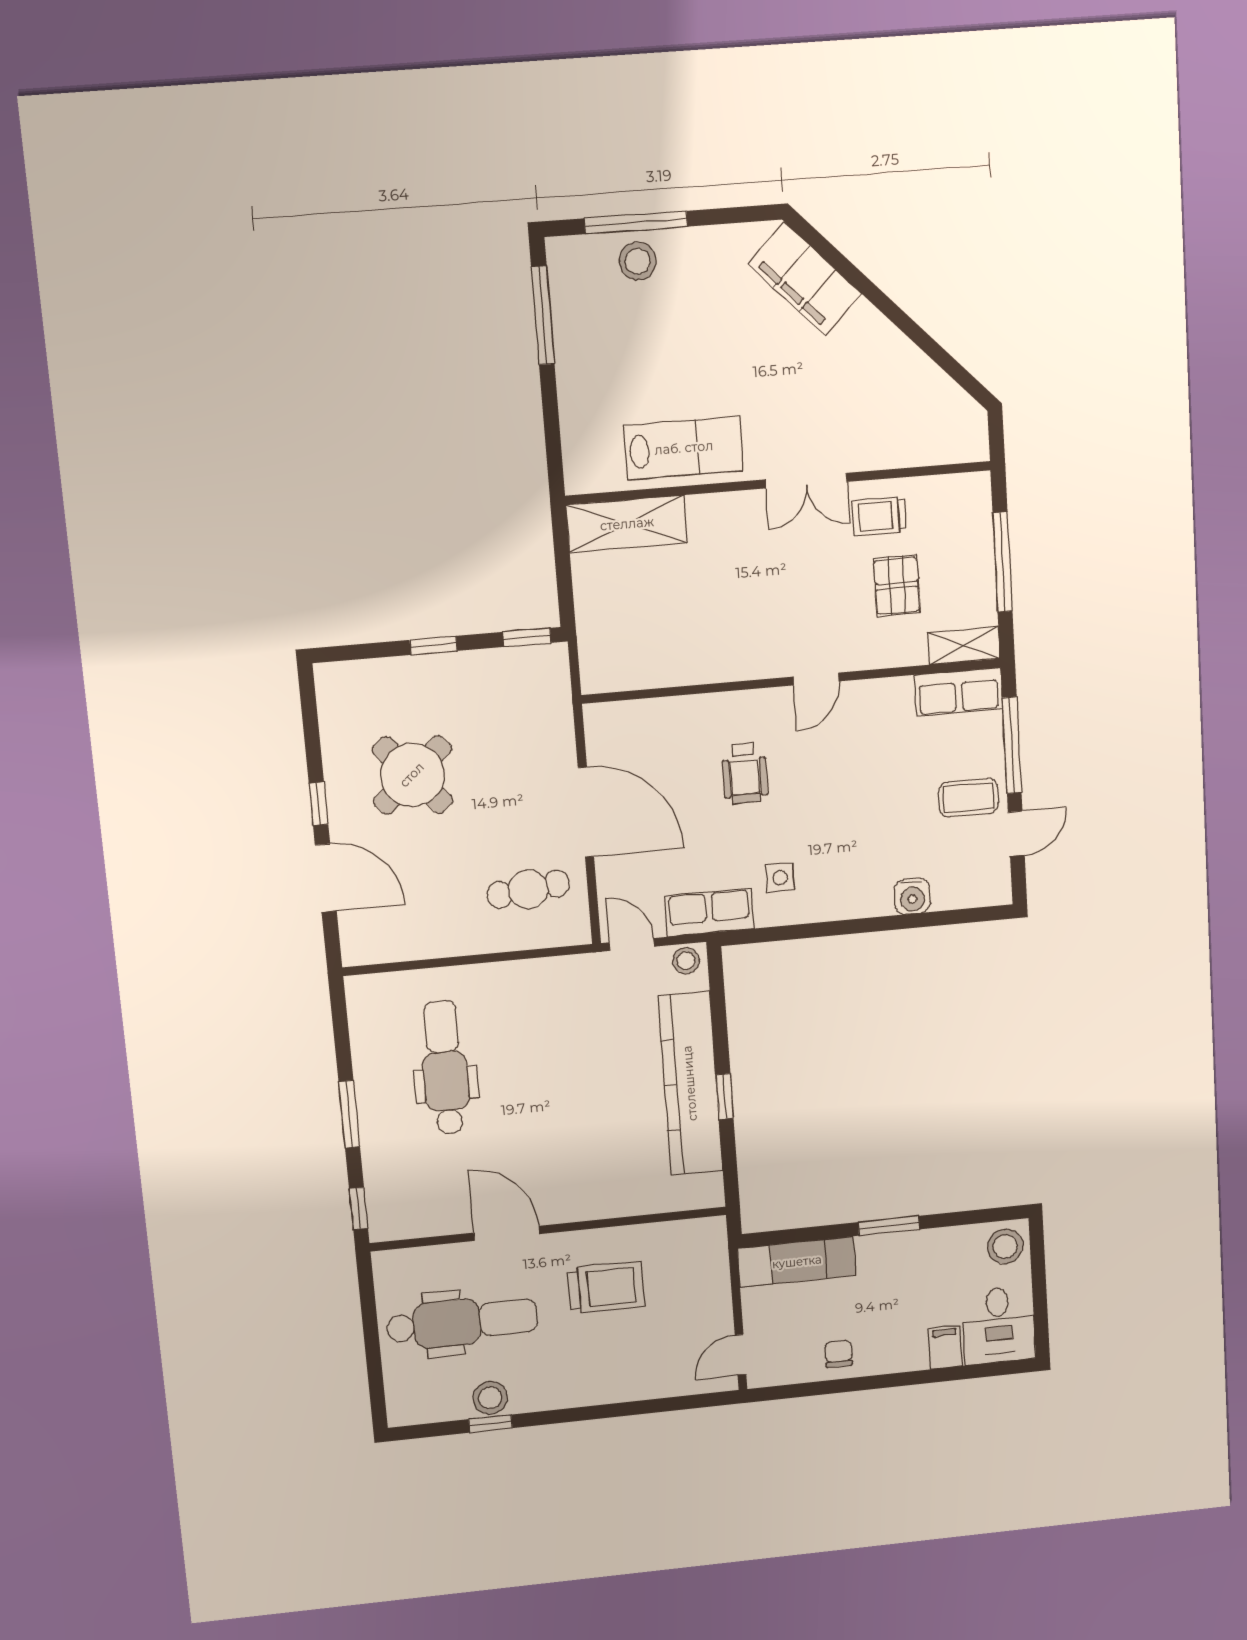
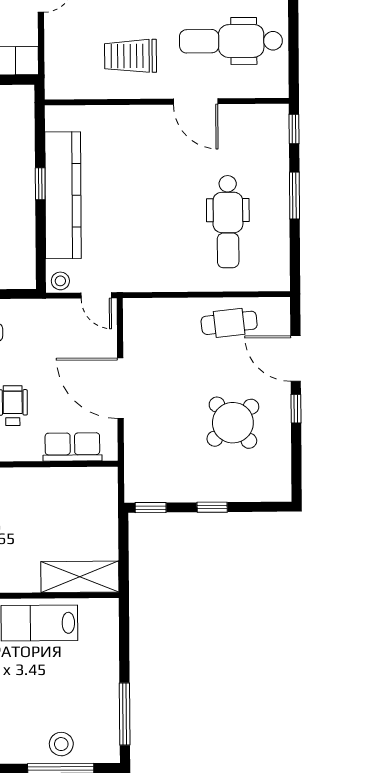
cafe table: (528, 889) -> (229, 323), moved
row of seats: (709, 912) -> (72, 447), moved, turned 180

